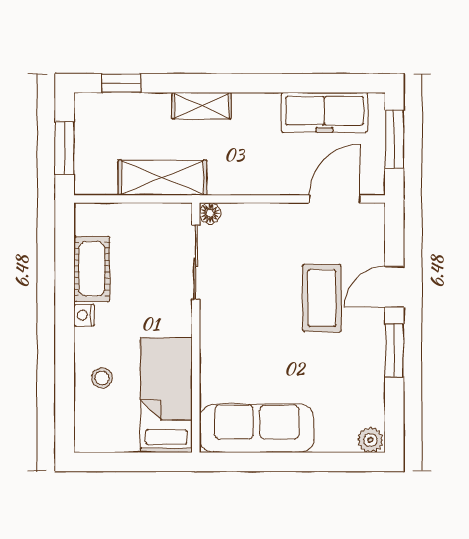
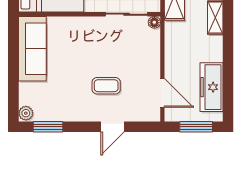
door: (394, 287) -> (113, 127), swing flipped
coffee table: (322, 298) -> (106, 86), width x0.73, depth x0.77
window: (394, 350) -> (48, 127), moved

